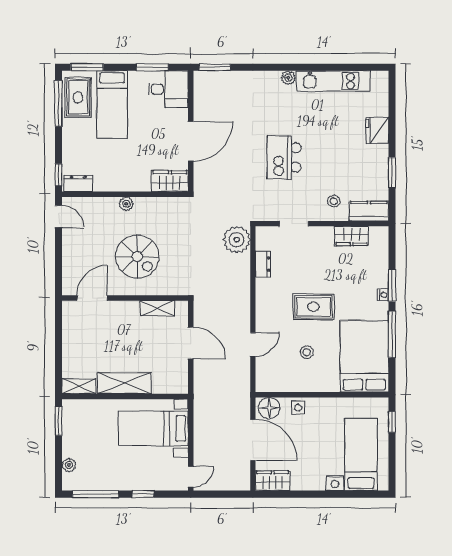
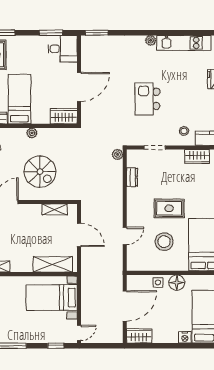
bed: (112, 105) -> (19, 99), moved, turned 180
plant: (237, 240) -> (117, 155), width x0.53, depth x0.53
stool: (307, 352) -> (164, 242), width x1.89, depth x1.89
shelving: (124, 383) -> (53, 264), moved
floor lamp: (269, 408) -> (177, 283), moved
door: (253, 440) -> (125, 306), hinge flipped
window: (143, 494) -> (56, 346), moved

